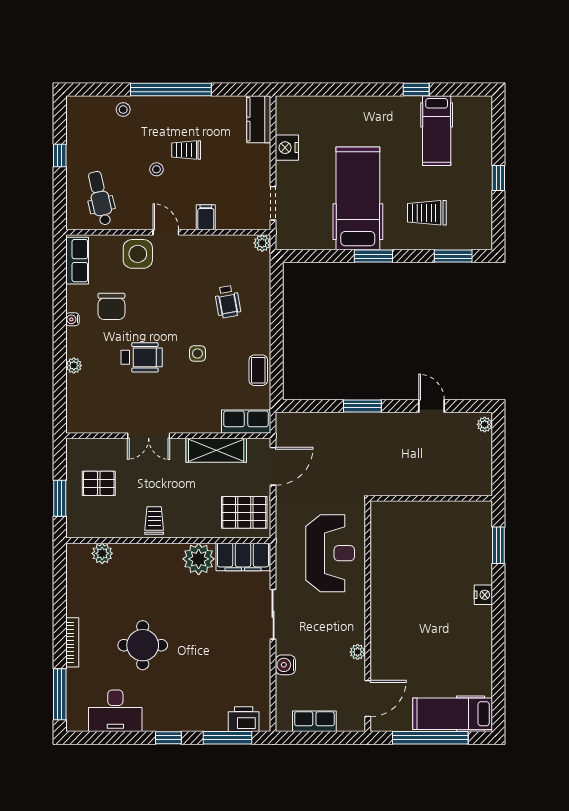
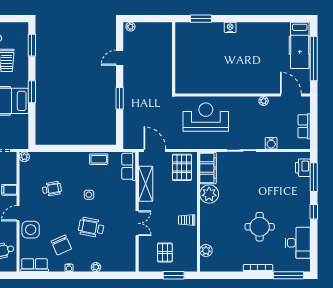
wheelchair: (228, 302) -> (52, 189), moved
chair: (111, 306) -> (61, 245), turned 66
wheelchair: (142, 357) -> (91, 227), turned -79

